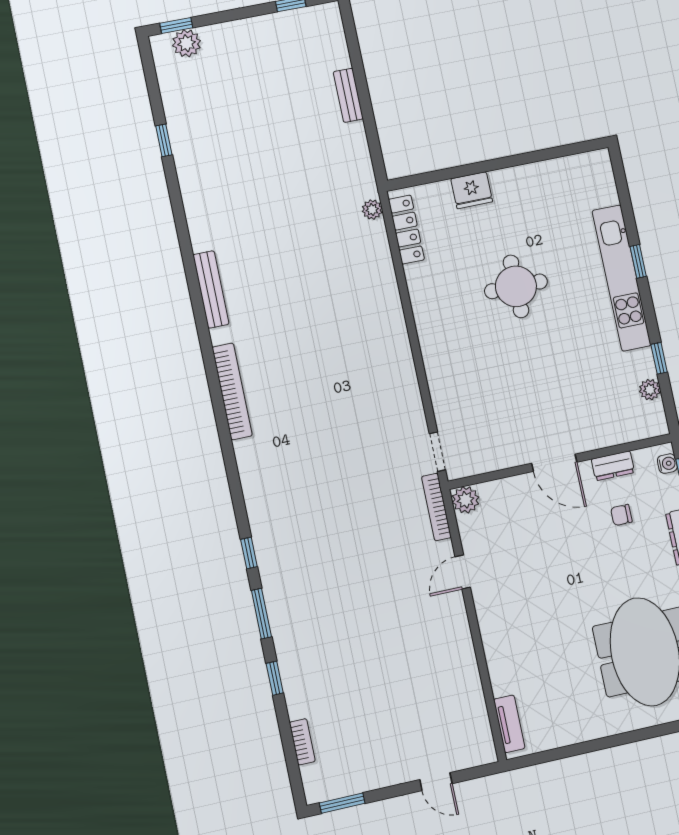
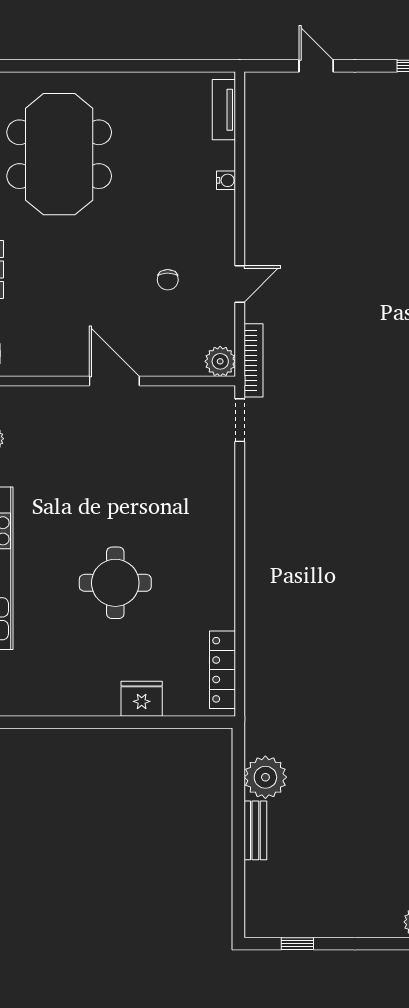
plant: (372, 210) -> (265, 777), moved, width x1.88, depth x1.88
dresser: (613, 466) -> (50, 364), removed
chair: (621, 515) -> (168, 280), moved, turned 90
water cooler: (494, 661) -> (226, 180), added

